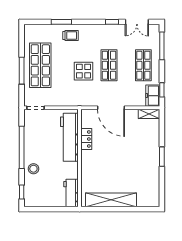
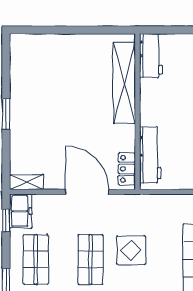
workbench: (69, 137) -> (150, 155), width x0.73, depth x0.76
locker: (86, 139) -> (127, 169), moved
shelving: (111, 200) -> (124, 83), moved, turned 90

